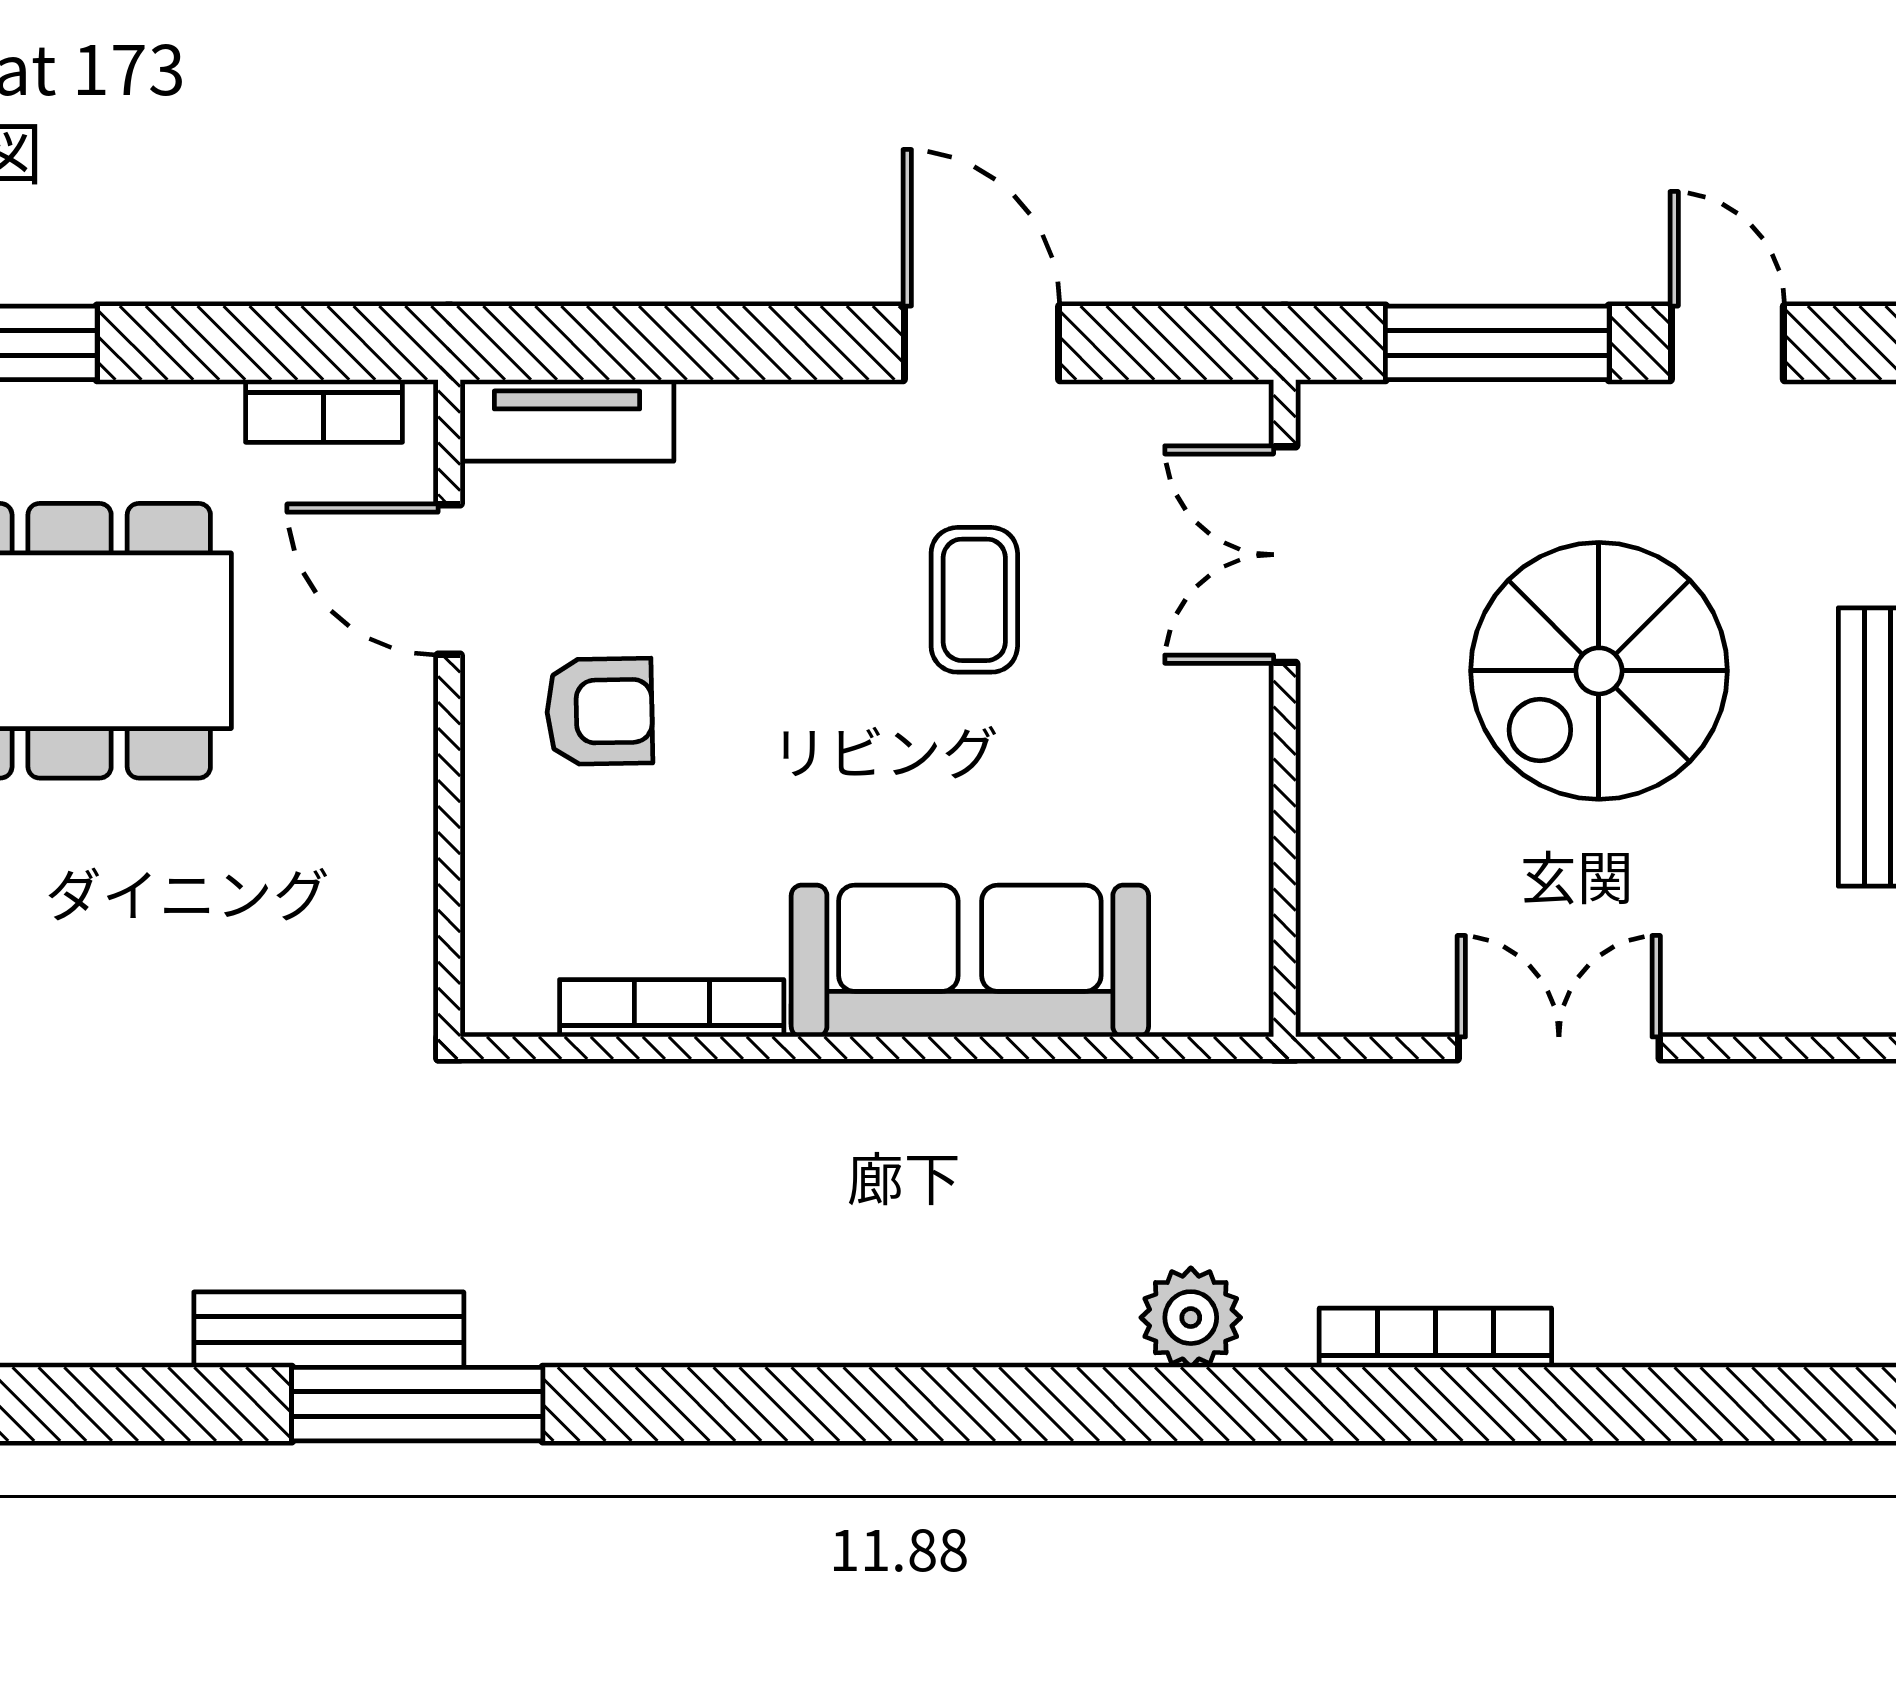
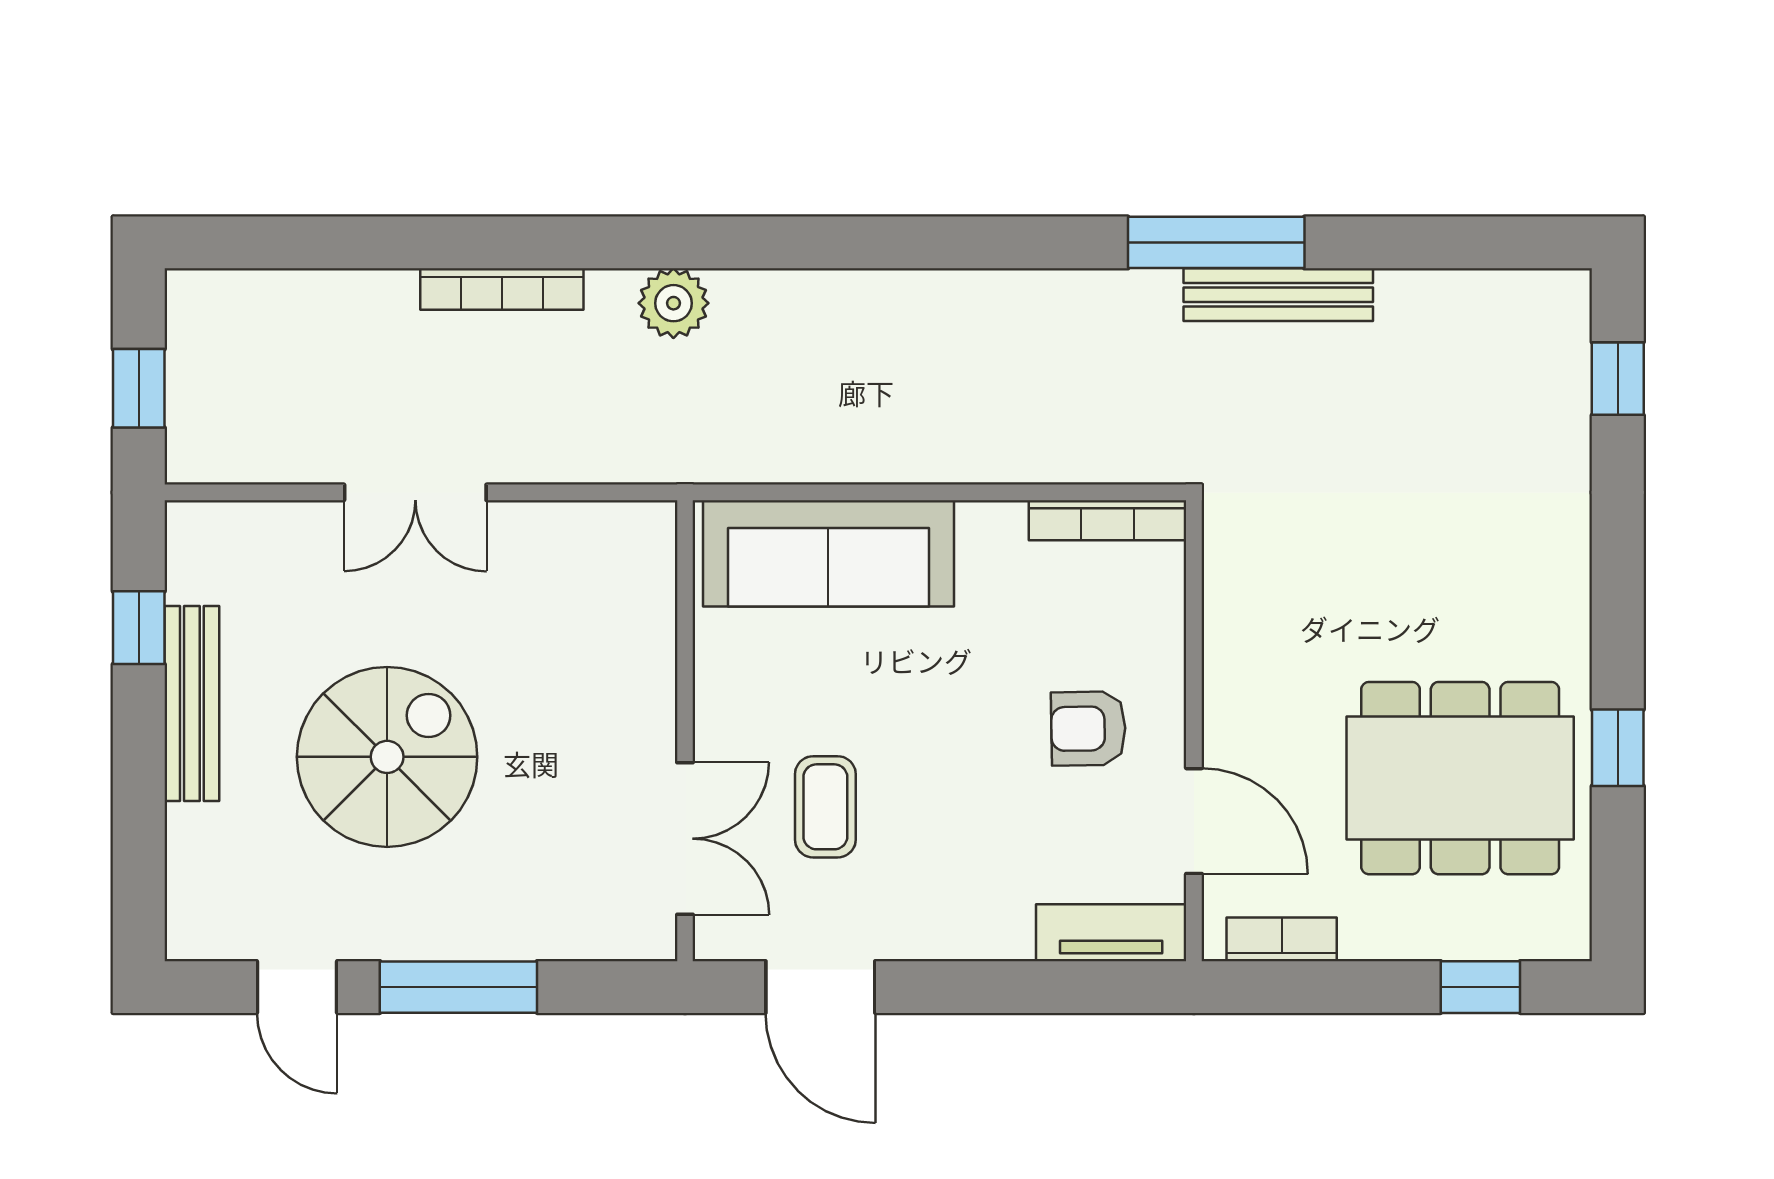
double door: (1285, 555) -> (685, 839), moved
wall: (1285, 708) -> (685, 731), moved
bookcase: (672, 1008) -> (1108, 520), moved

